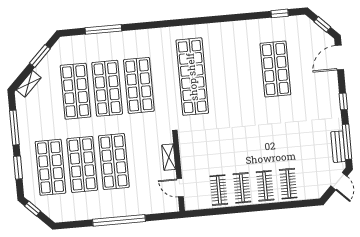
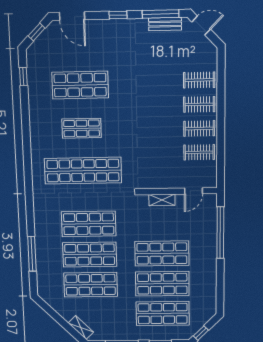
window: (40, 56) -> (55, 315), removed
shop shelf: (234, 73) -> (82, 128), added
window: (119, 220) -> (220, 233), moved

